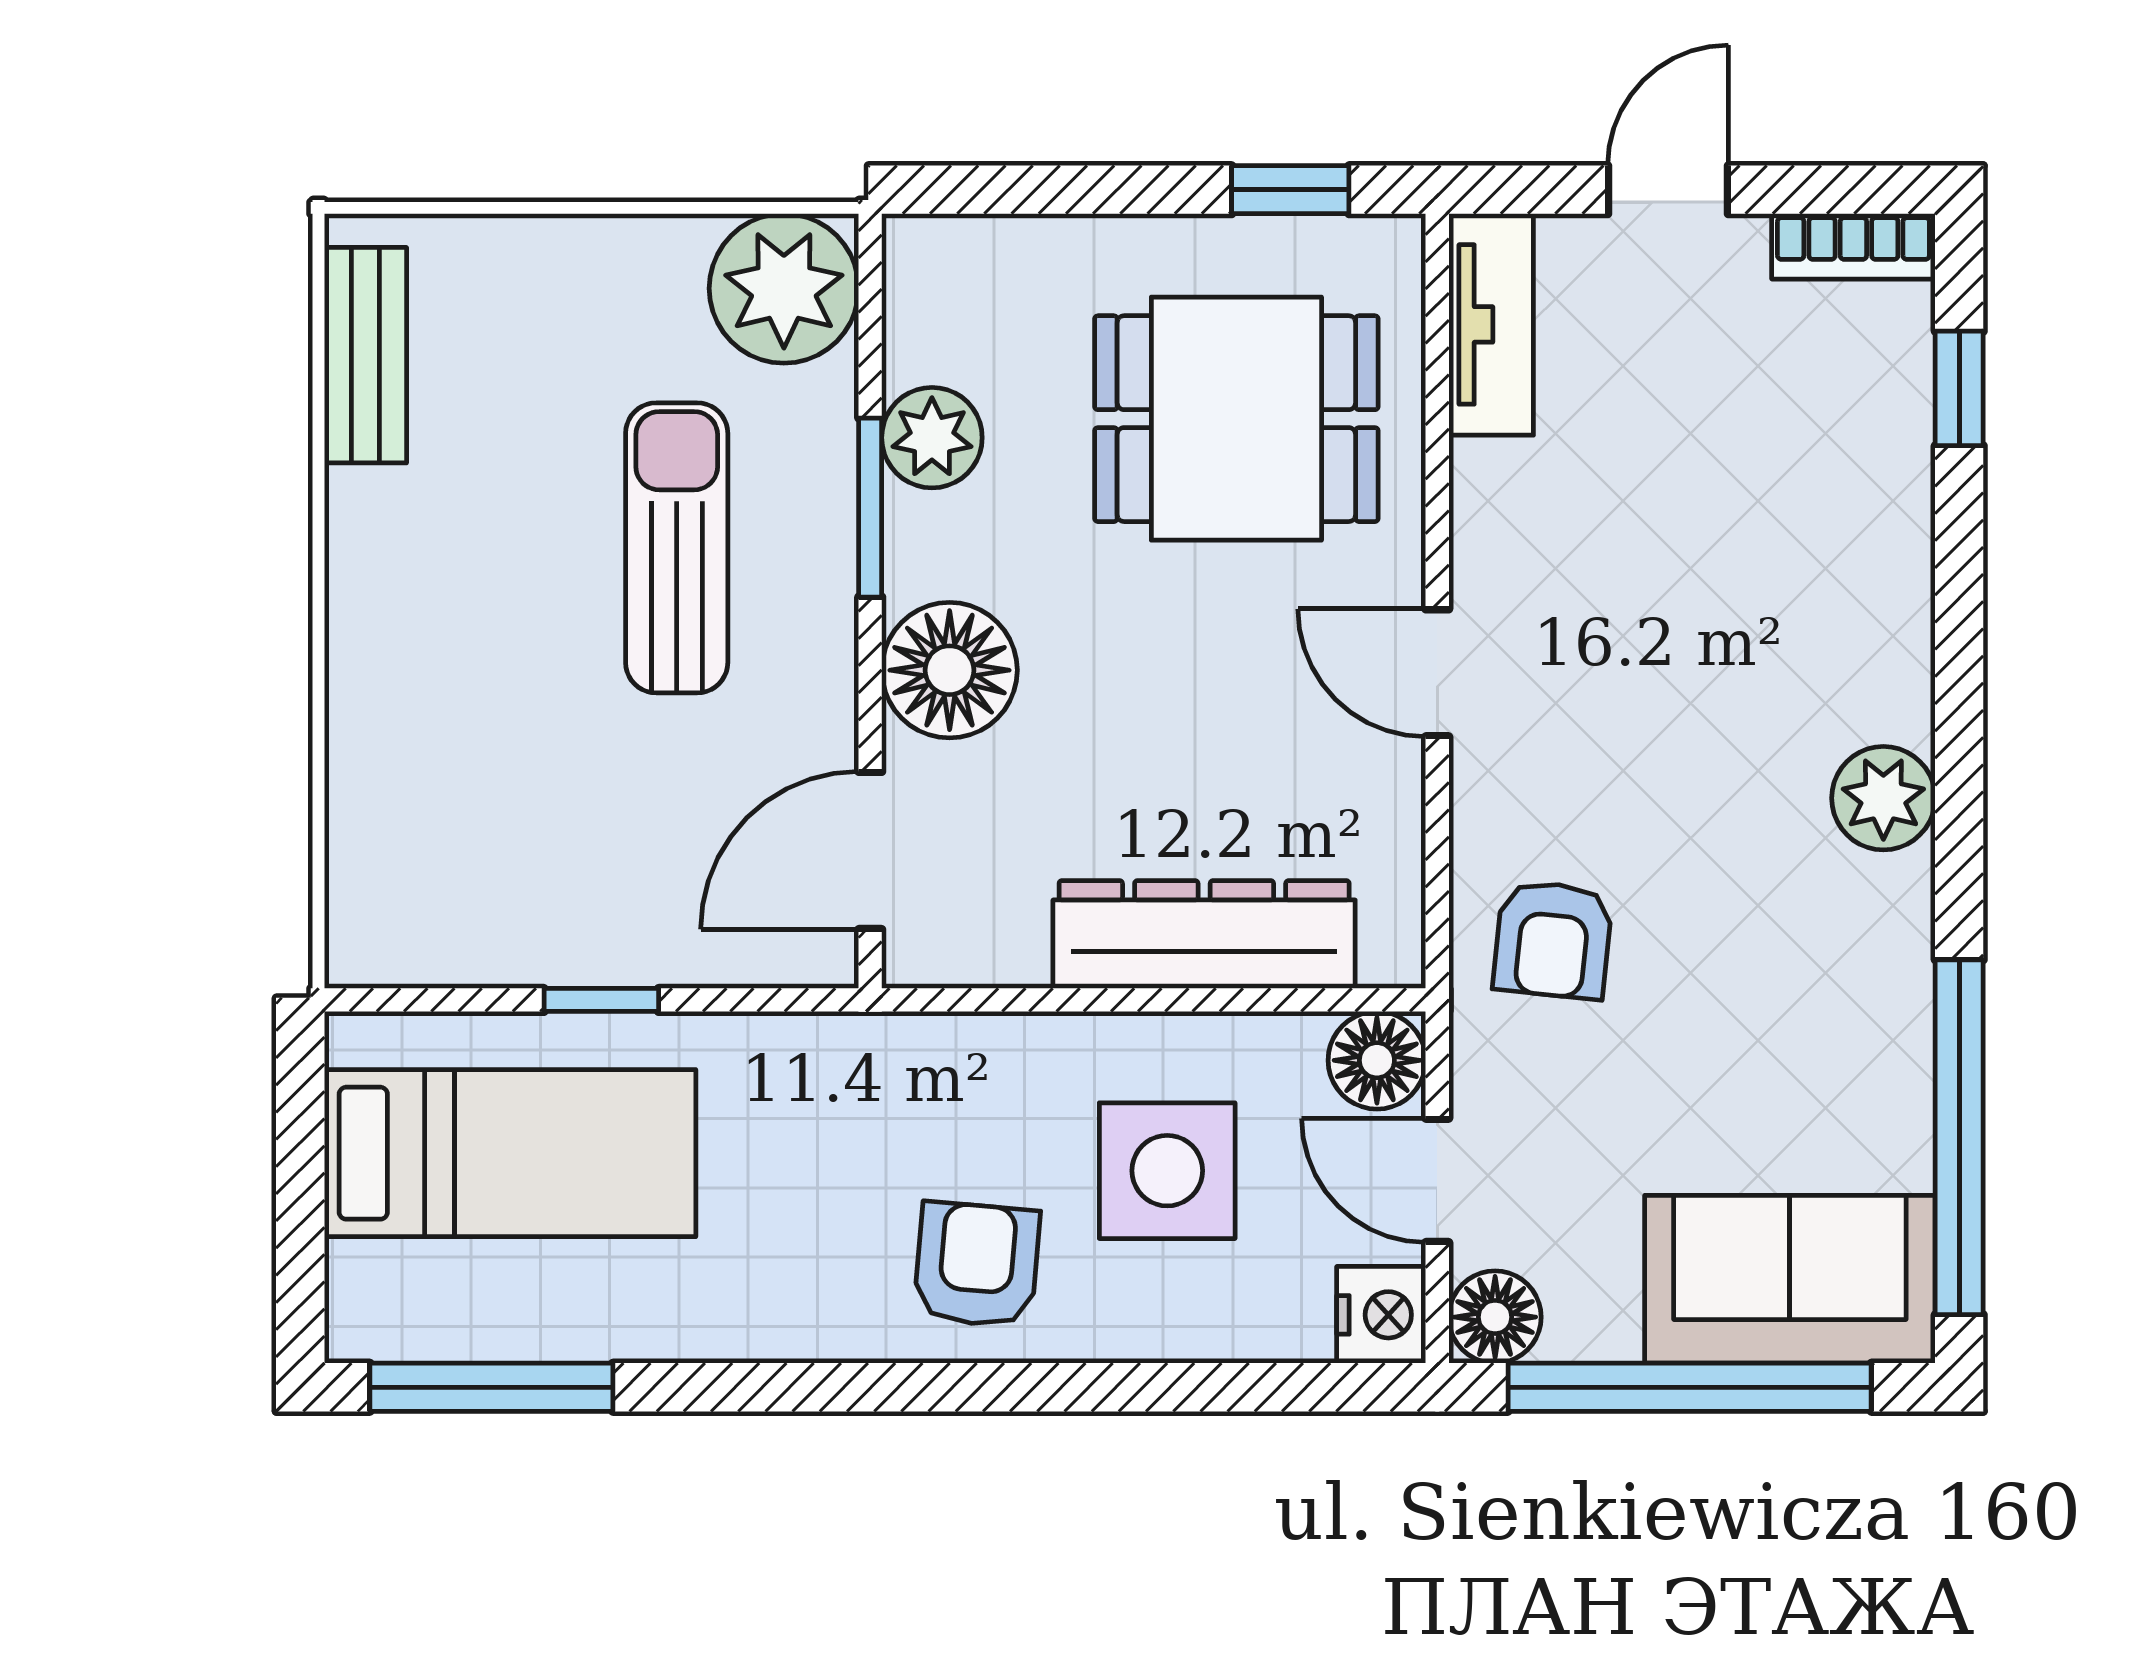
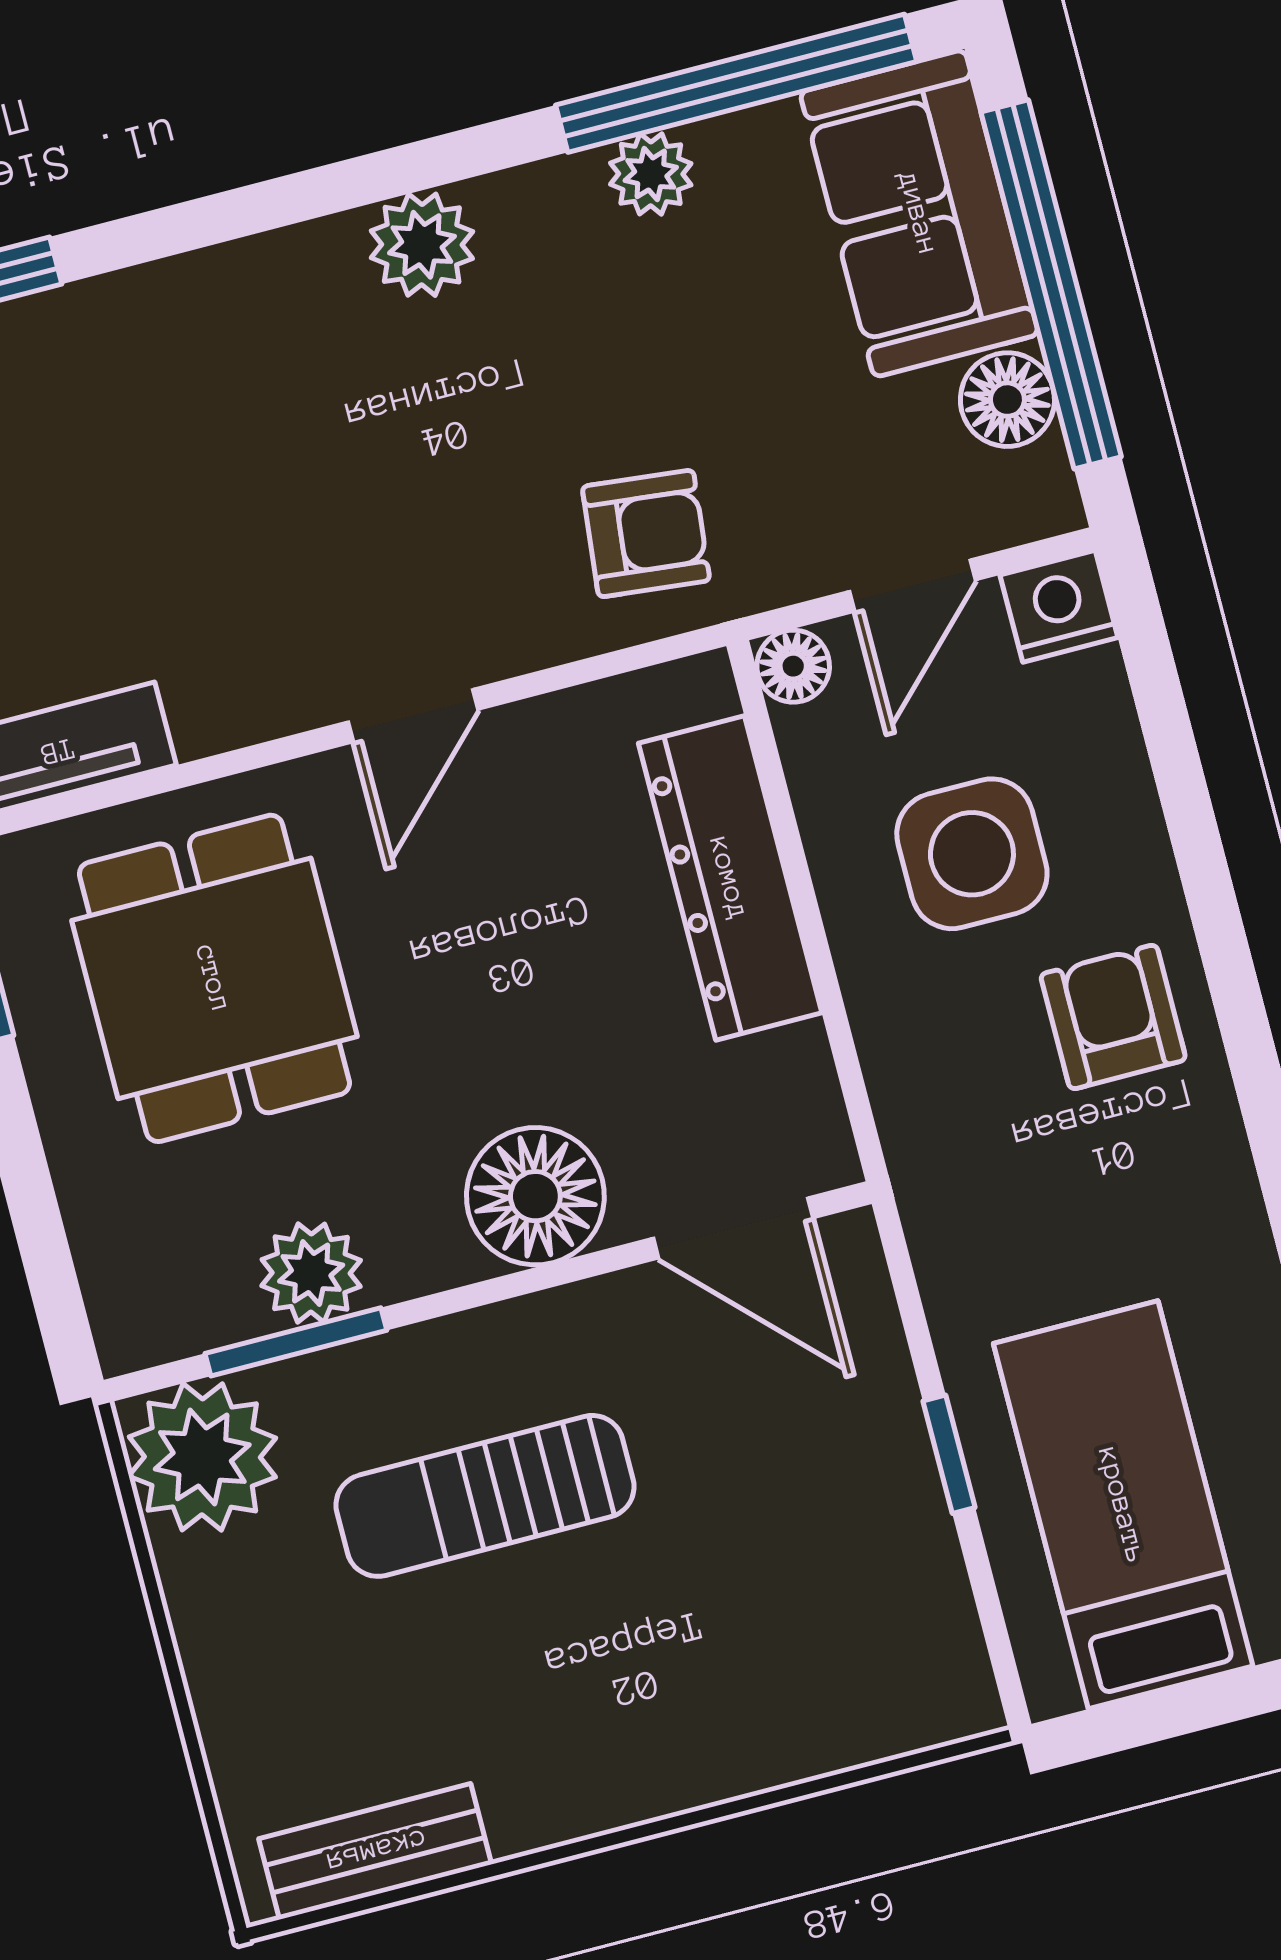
window: (870, 508) -> (296, 1342), moved
plant: (1894, 1033) -> (651, 174), added
floor lamp: (1377, 1060) -> (793, 666), width x0.73, depth x0.73
armchair: (977, 1265) -> (1113, 1017), turned 85
floor lamp: (1495, 1317) -> (1007, 400), moved

